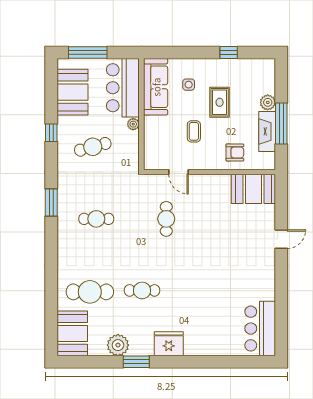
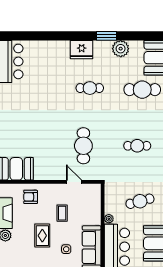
cafe table: (166, 219) -> (83, 146), width x1.37, depth x1.35
cafe table: (142, 290) -> (90, 88), moved

